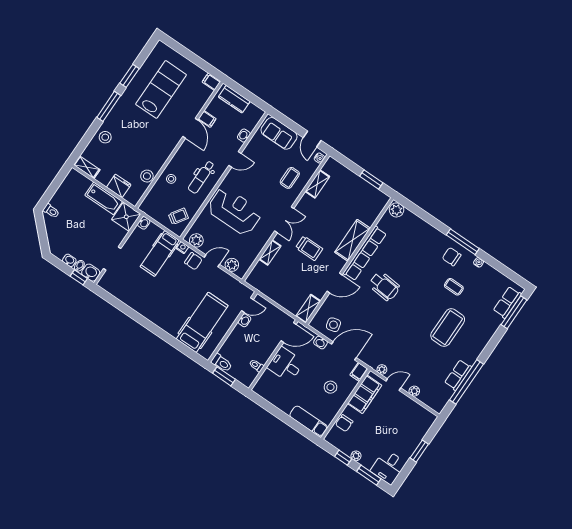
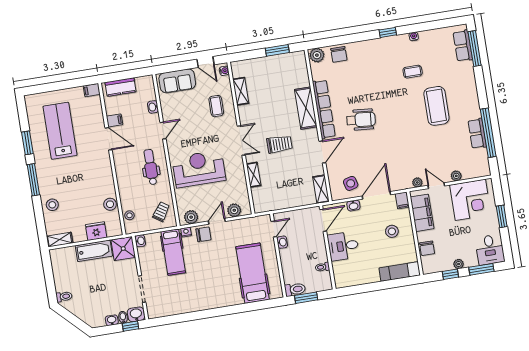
dental chair: (201, 177) -> (151, 167), turned 180
stool: (171, 179) -> (129, 215), moved
window: (463, 242) -> (388, 32), width x0.46
chair: (452, 257) -> (339, 54), moved, turned -90
door: (393, 385) -> (436, 186), hinge flipped
corner desk: (408, 418) -> (470, 200), added

